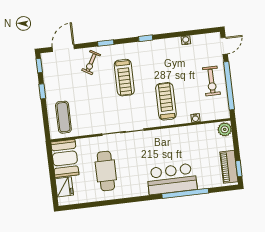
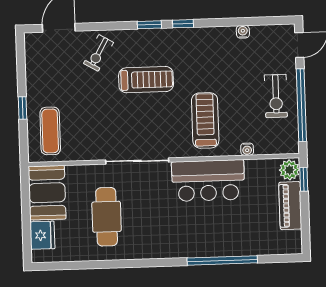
window: (106, 43) -> (149, 25), moved
window: (39, 66) -> (21, 51), removed
treadmill: (124, 78) -> (146, 80), turned -90
window: (42, 91) -> (22, 108), moved
piano: (229, 167) -> (290, 206), moved
window: (239, 169) -> (304, 179), moved
bar counter: (172, 179) -> (208, 181), moved, turned 180

